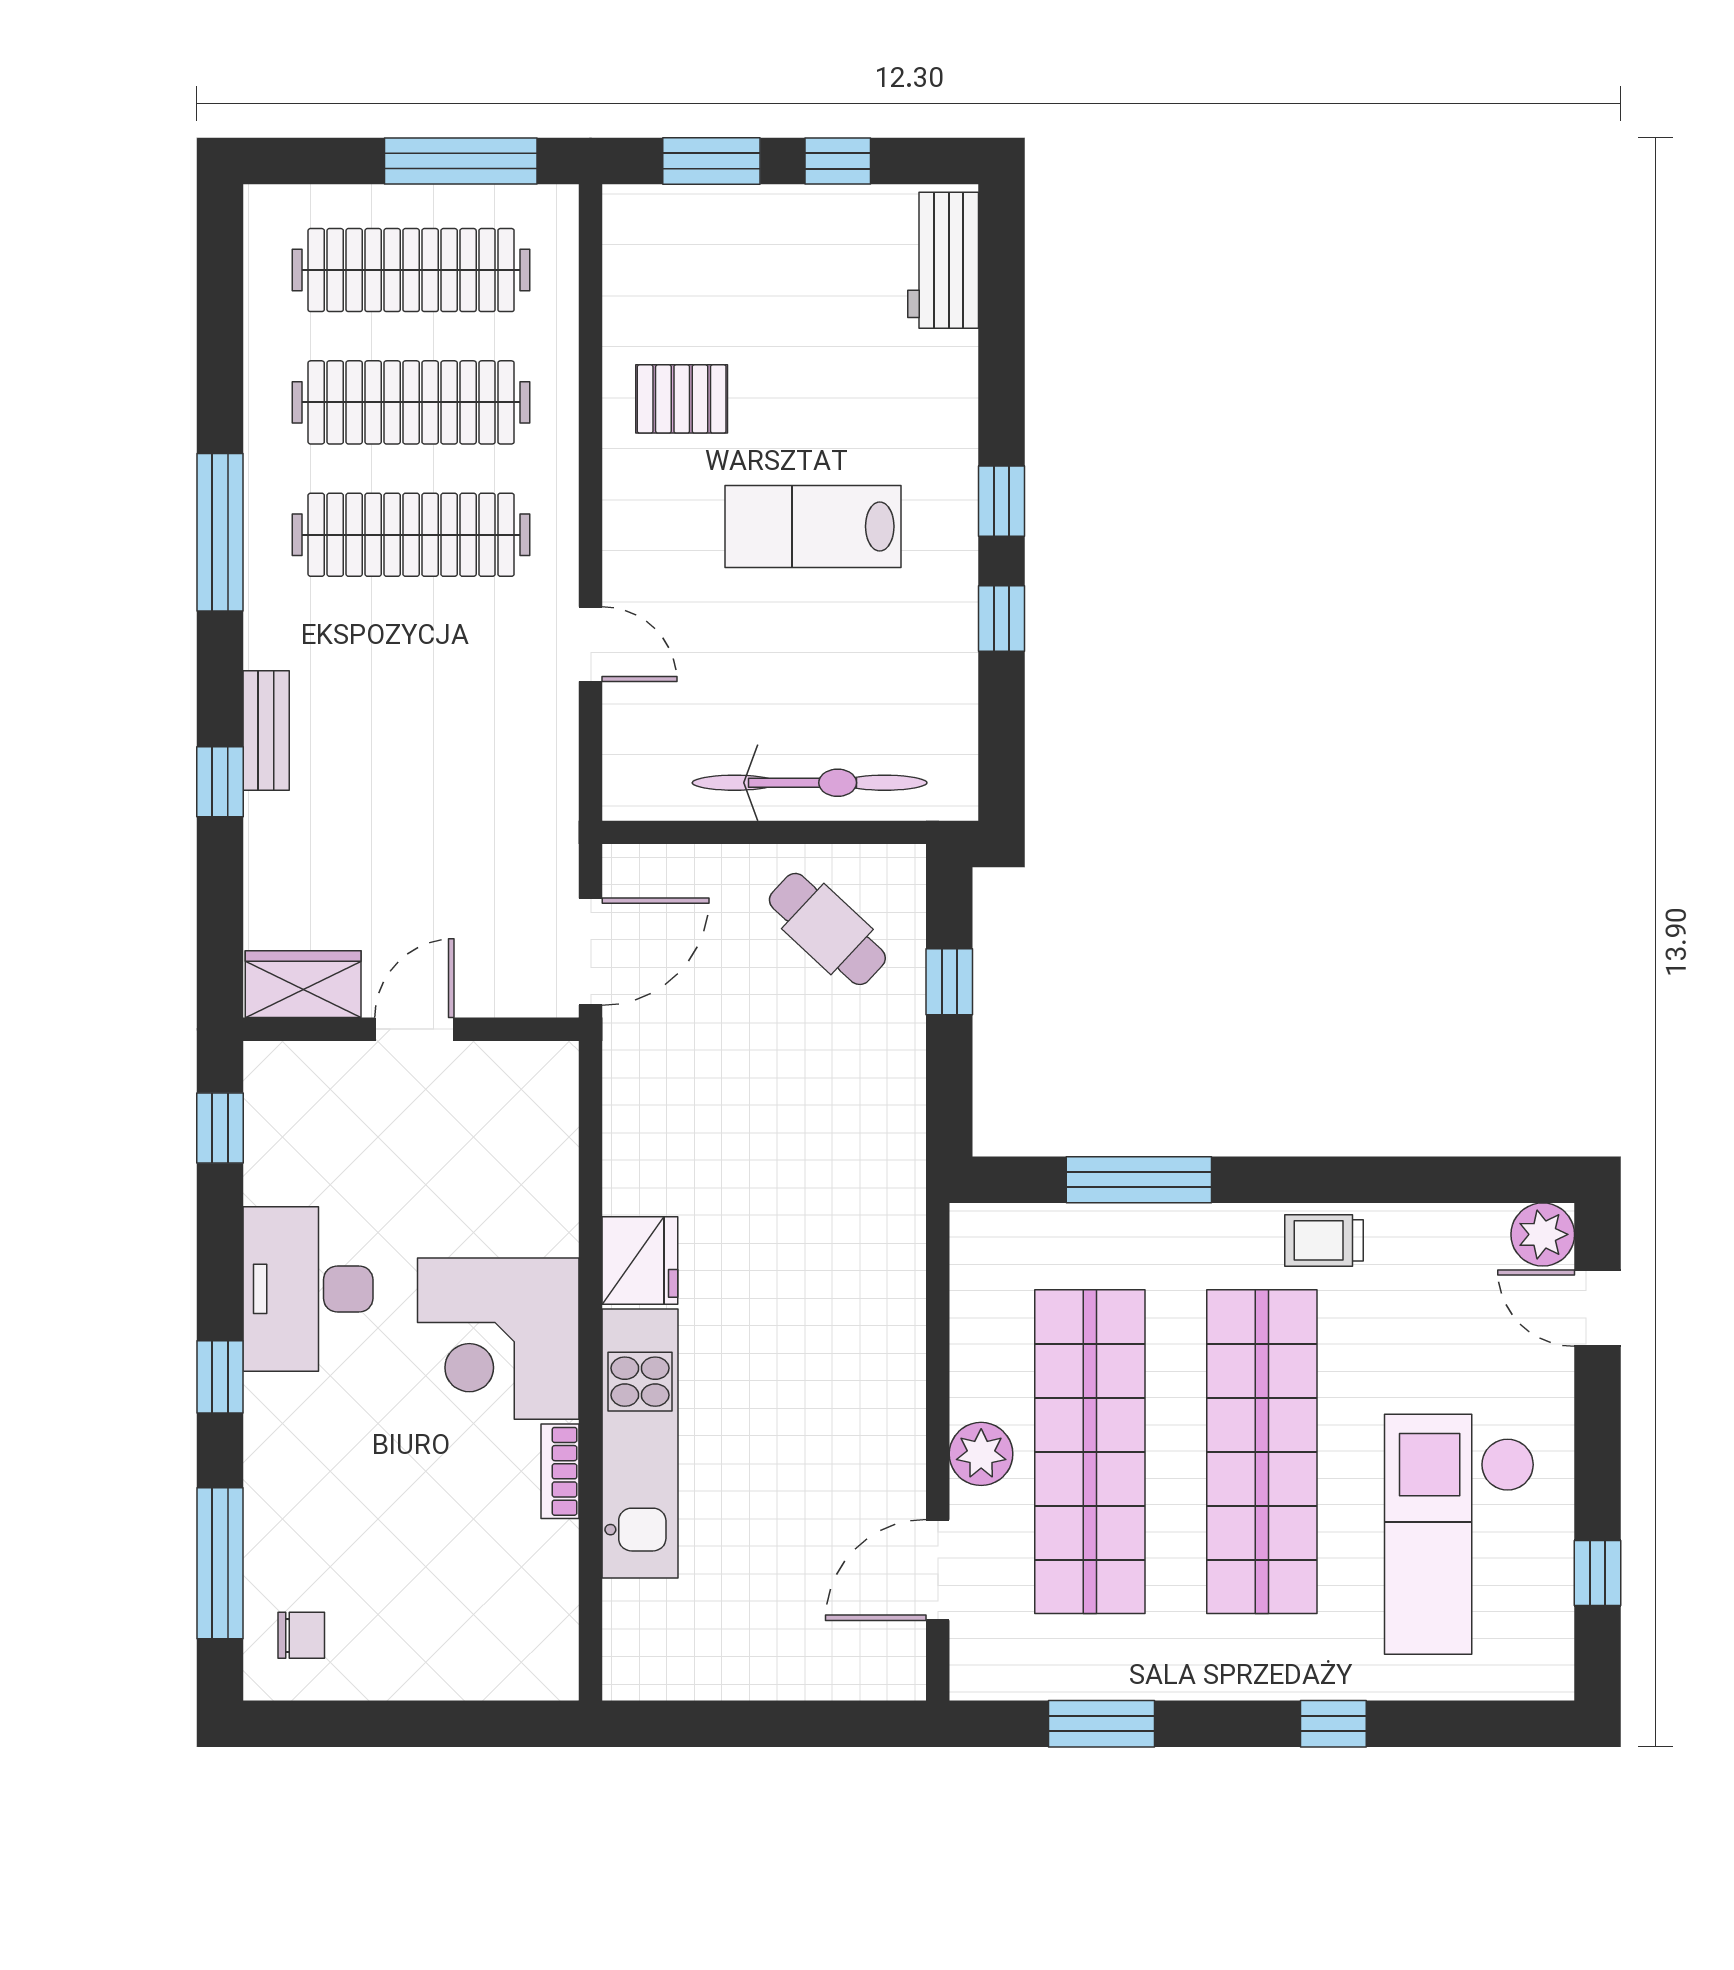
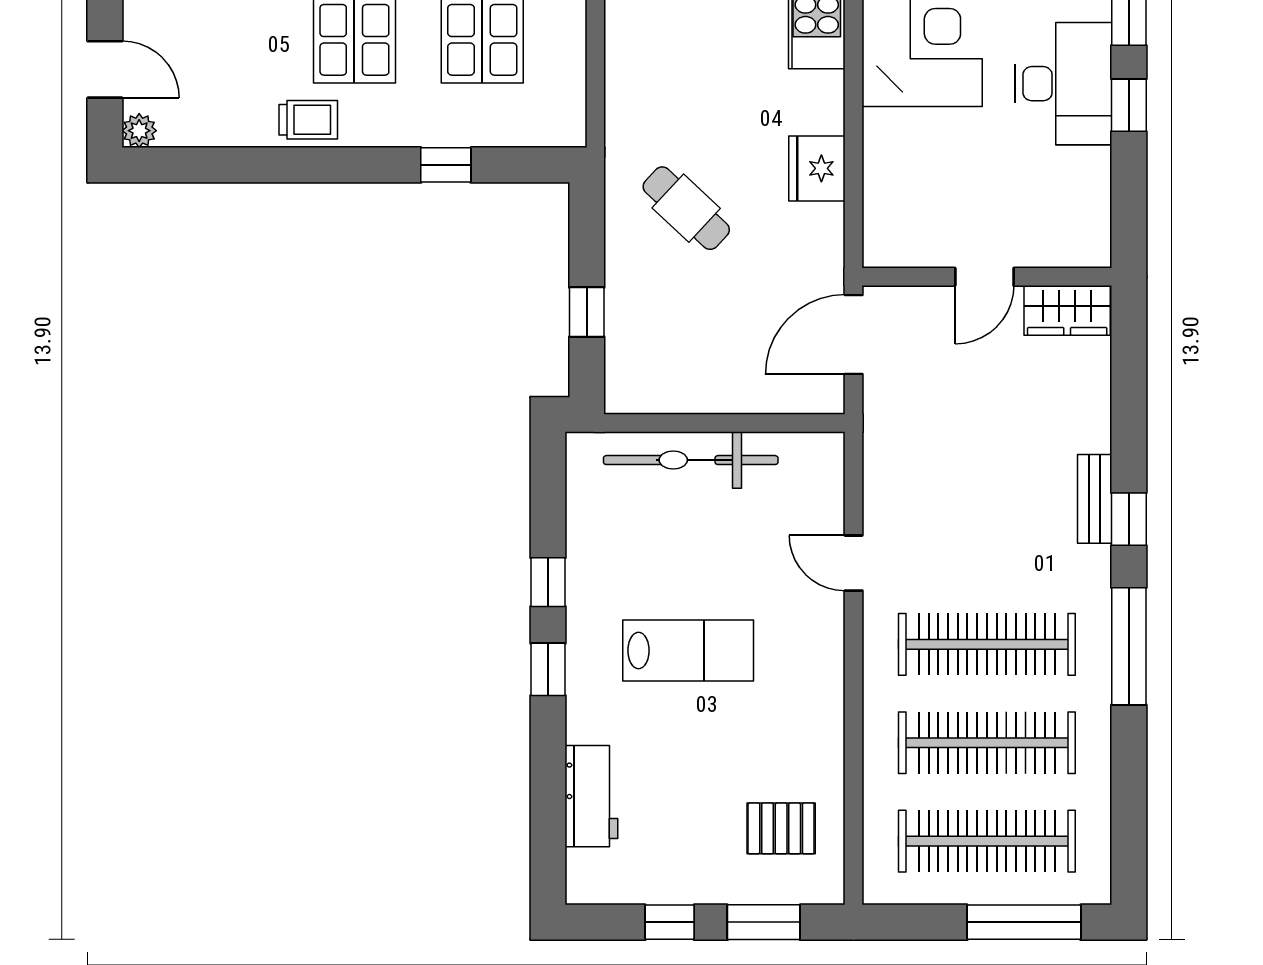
window: (461, 161) -> (1024, 922), moved
workbench: (943, 260) -> (591, 796), moved
pallet: (682, 399) -> (781, 828), moved
window: (220, 782) -> (1129, 519), moved
cafe table: (827, 929) -> (686, 208), moved
window: (220, 1128) -> (1129, 105), moved
window: (1139, 1180) -> (446, 165), width x0.46
plant: (1543, 1234) -> (139, 131), width x0.73, depth x0.73
fridge: (640, 1261) -> (817, 168), moved

